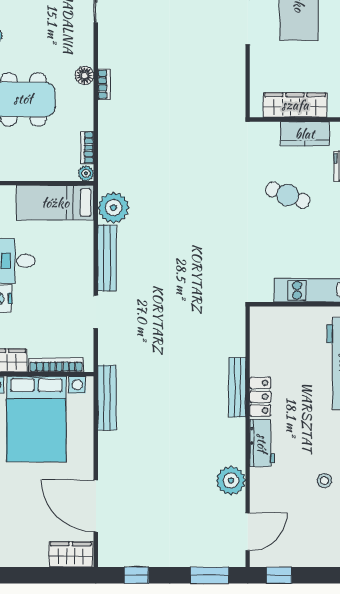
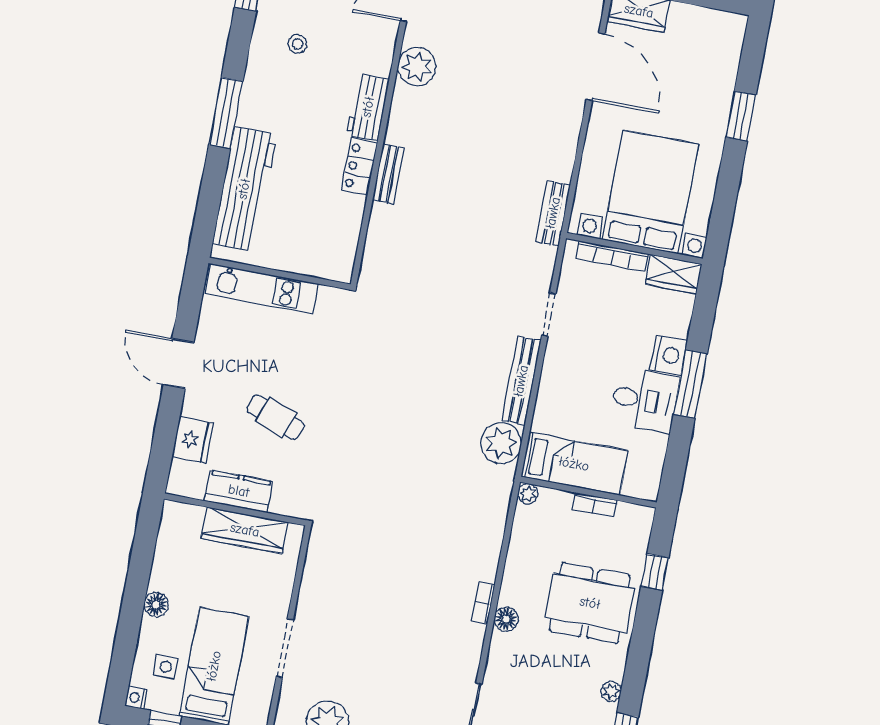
bookcase: (87, 148) -> (595, 505), moved, turned 90
bench: (237, 387) -> (388, 174), width x0.73
bench: (107, 398) -> (553, 213), width x0.73

